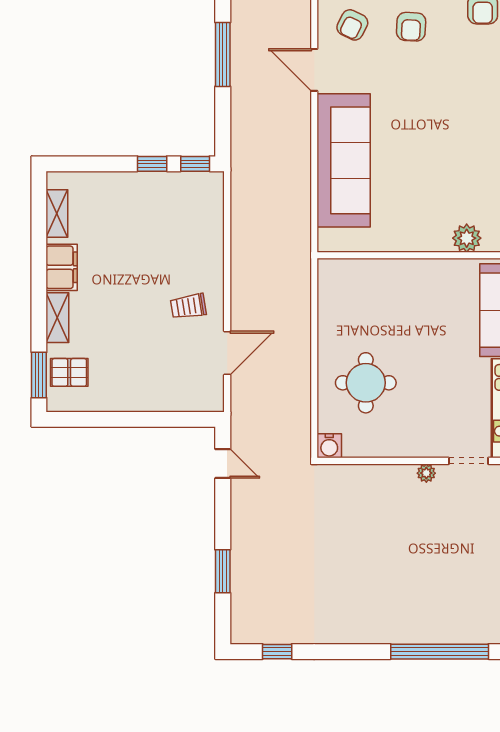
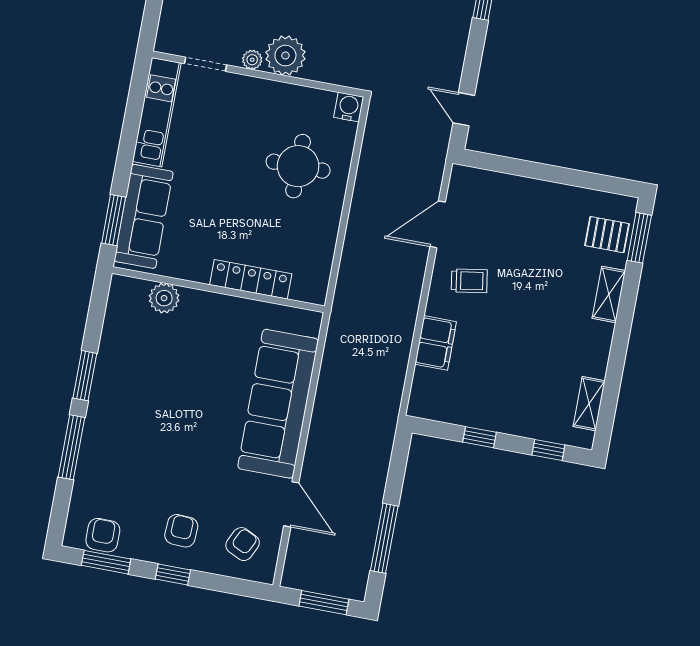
window: (195, 164) -> (548, 450), moved
filing cabinet: (62, 267) -> (436, 343), moved, turned 180
locker: (390, 270) -> (251, 279), added
plant: (396, 483) -> (285, 56), added

